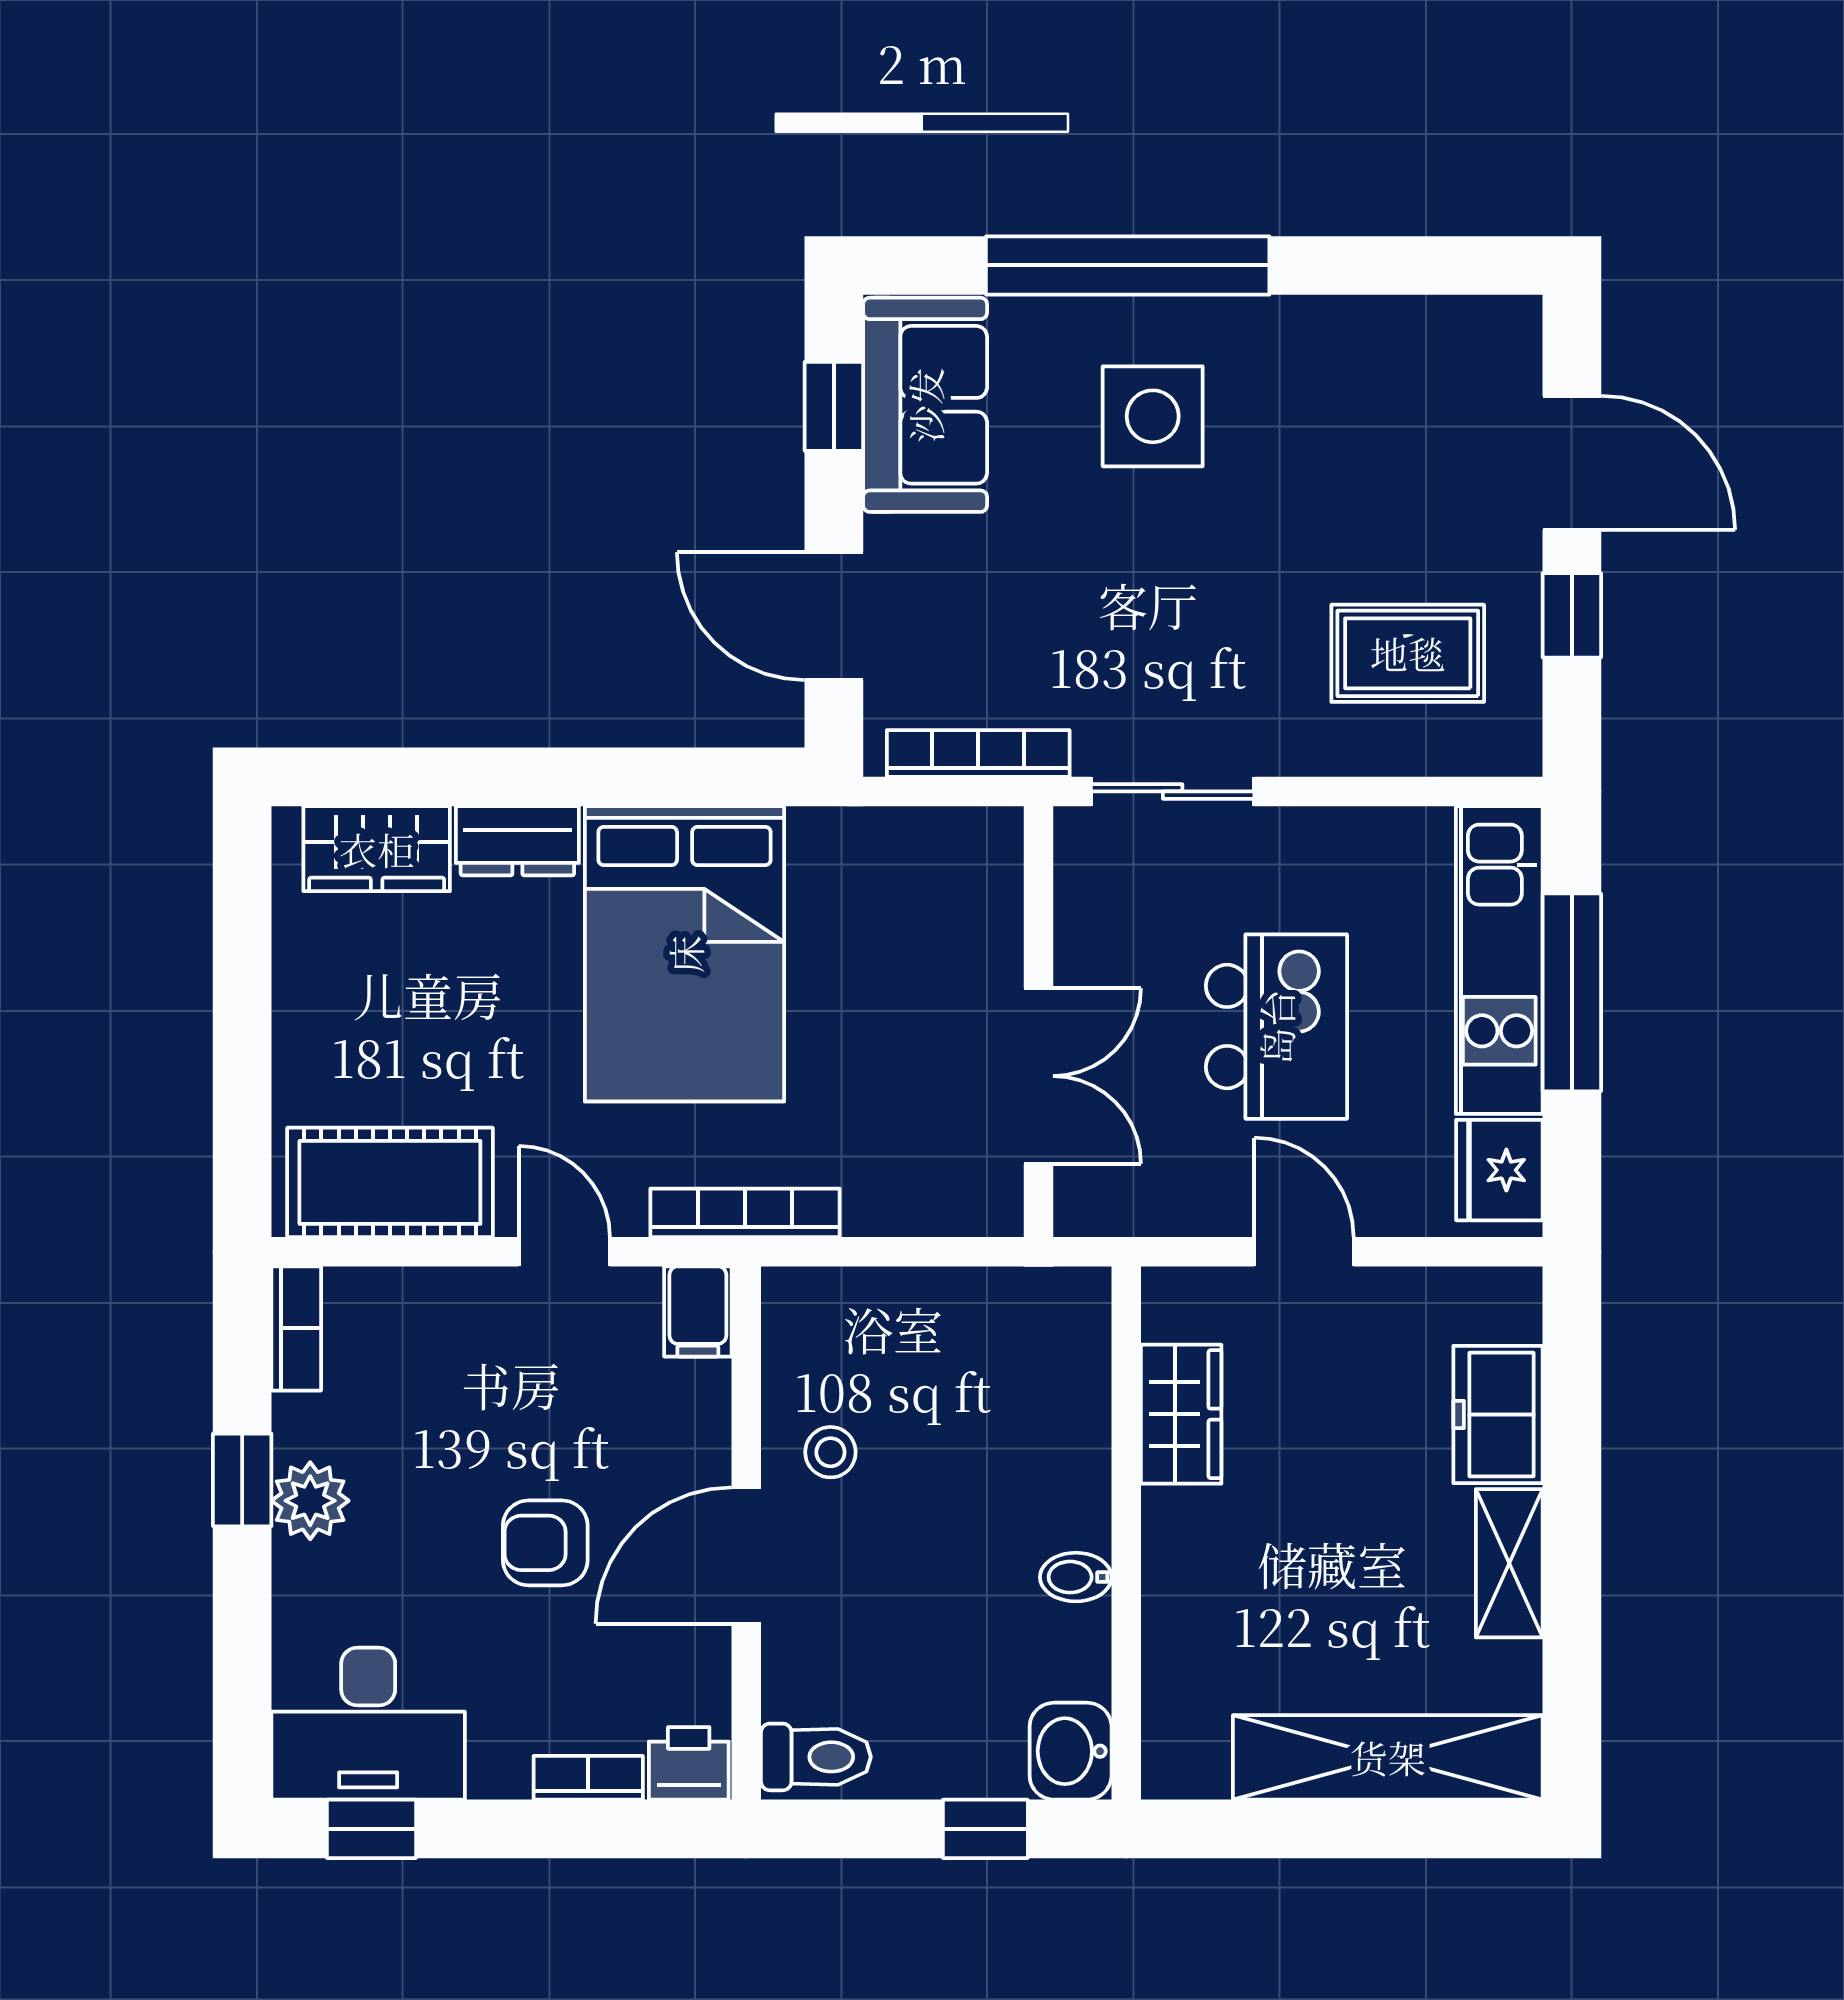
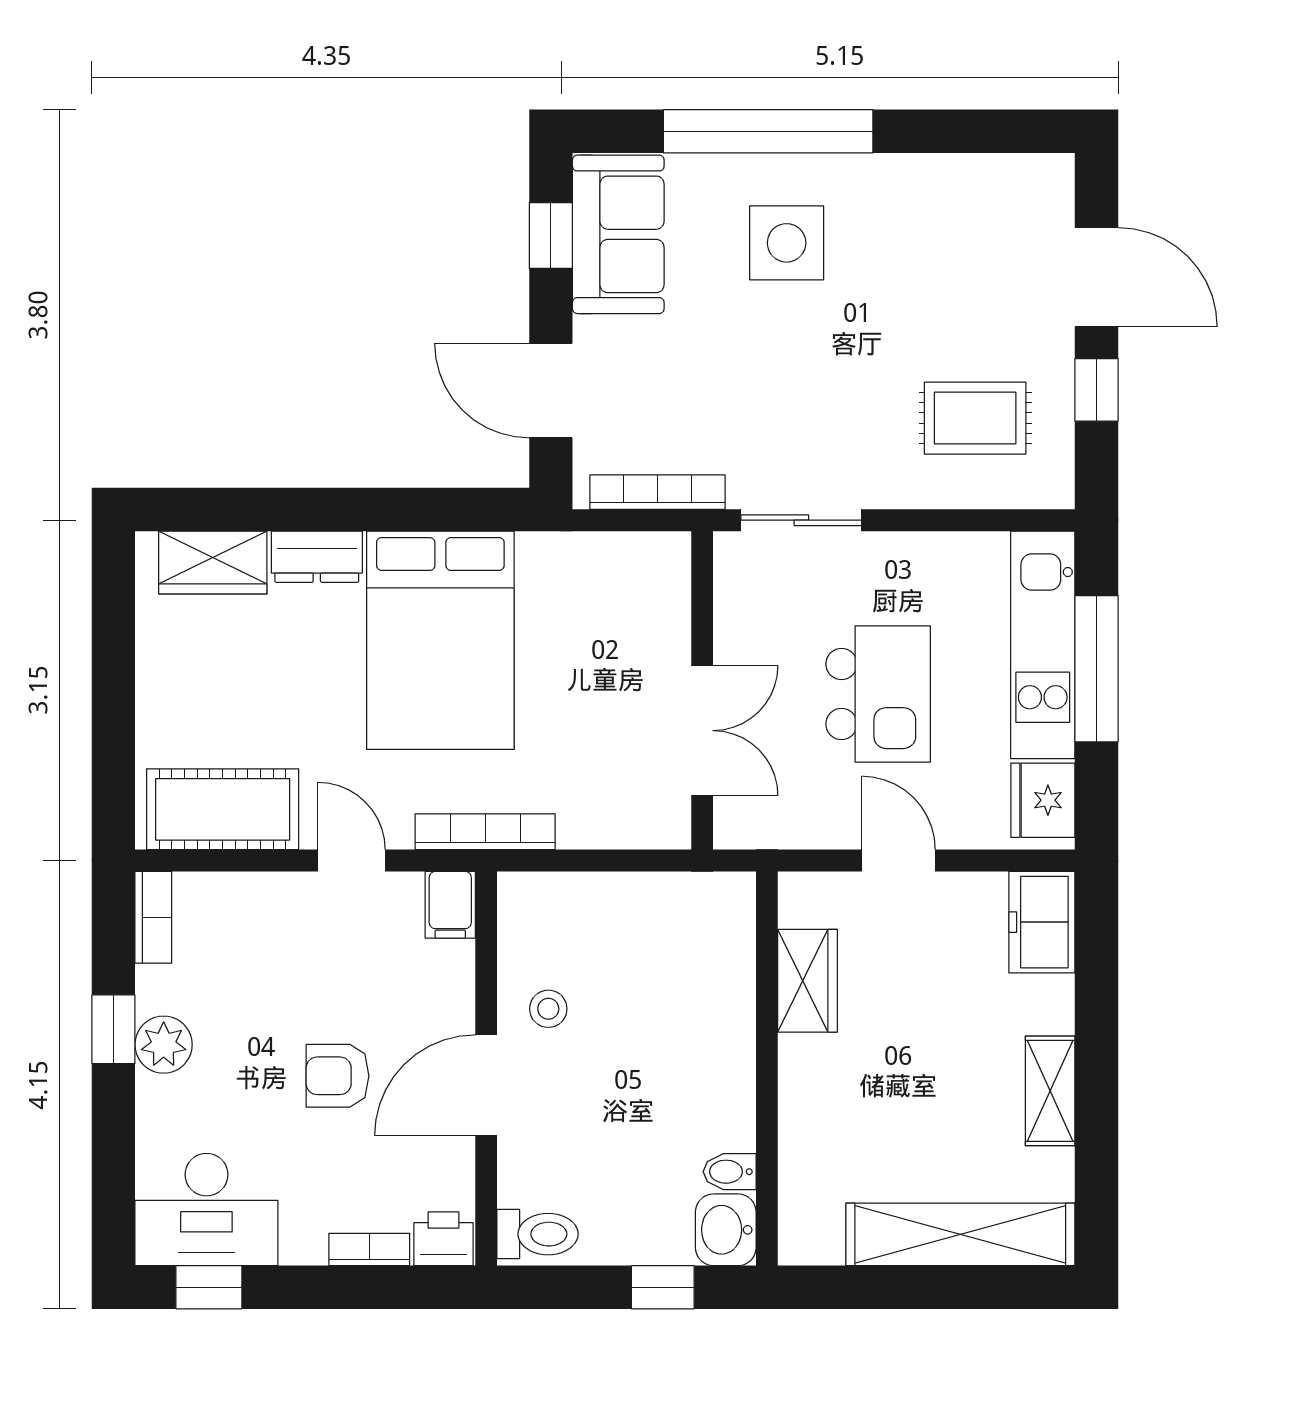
freezer: (1498, 1415) -> (1042, 922), moved
bidet: (1076, 1577) -> (730, 1172), moved

